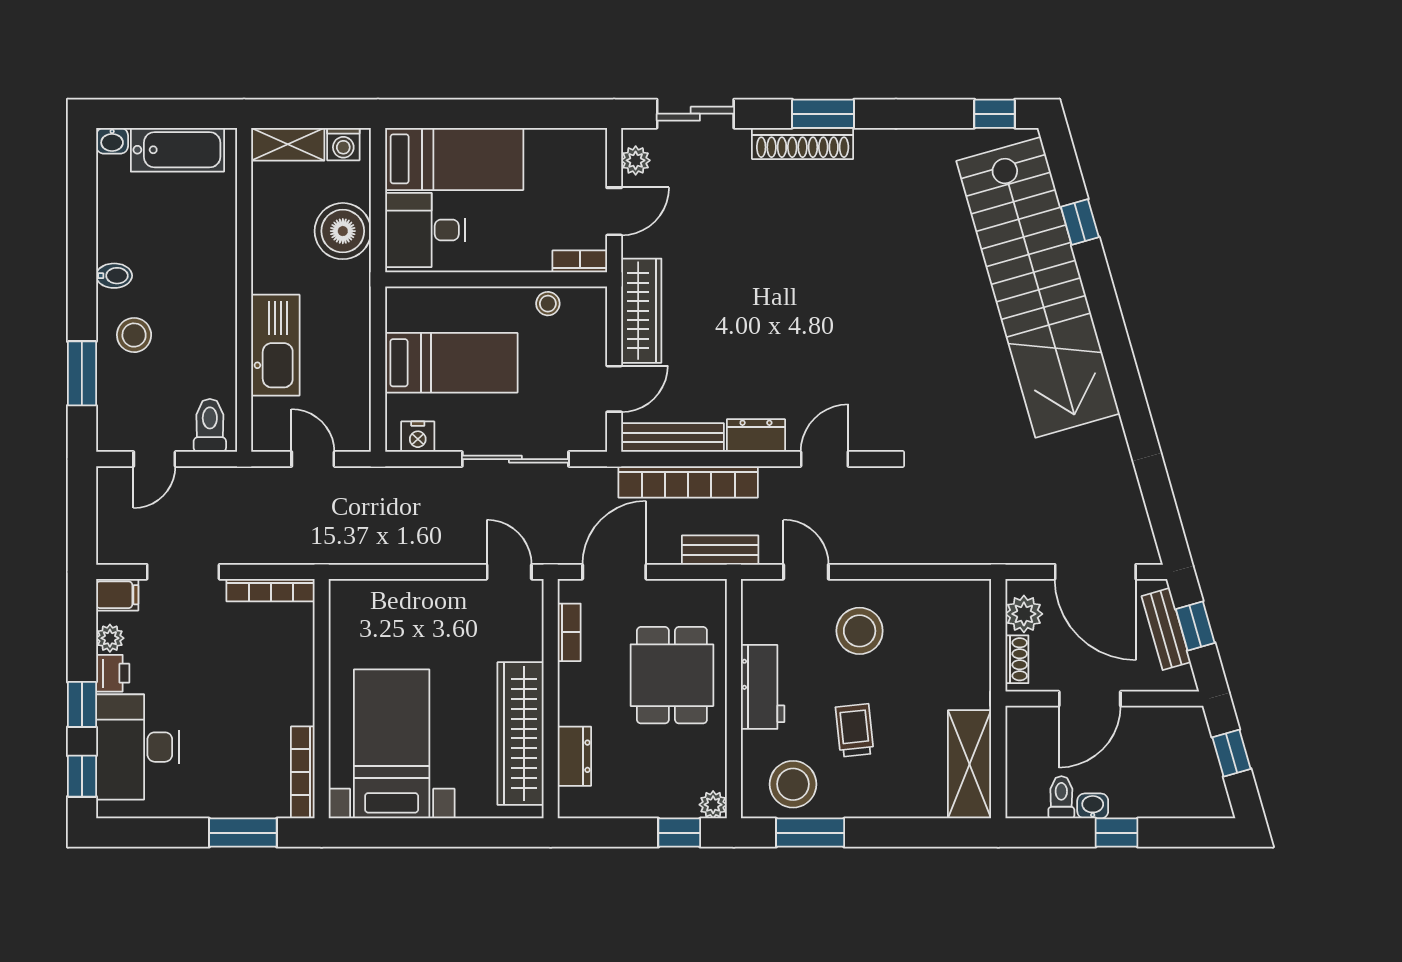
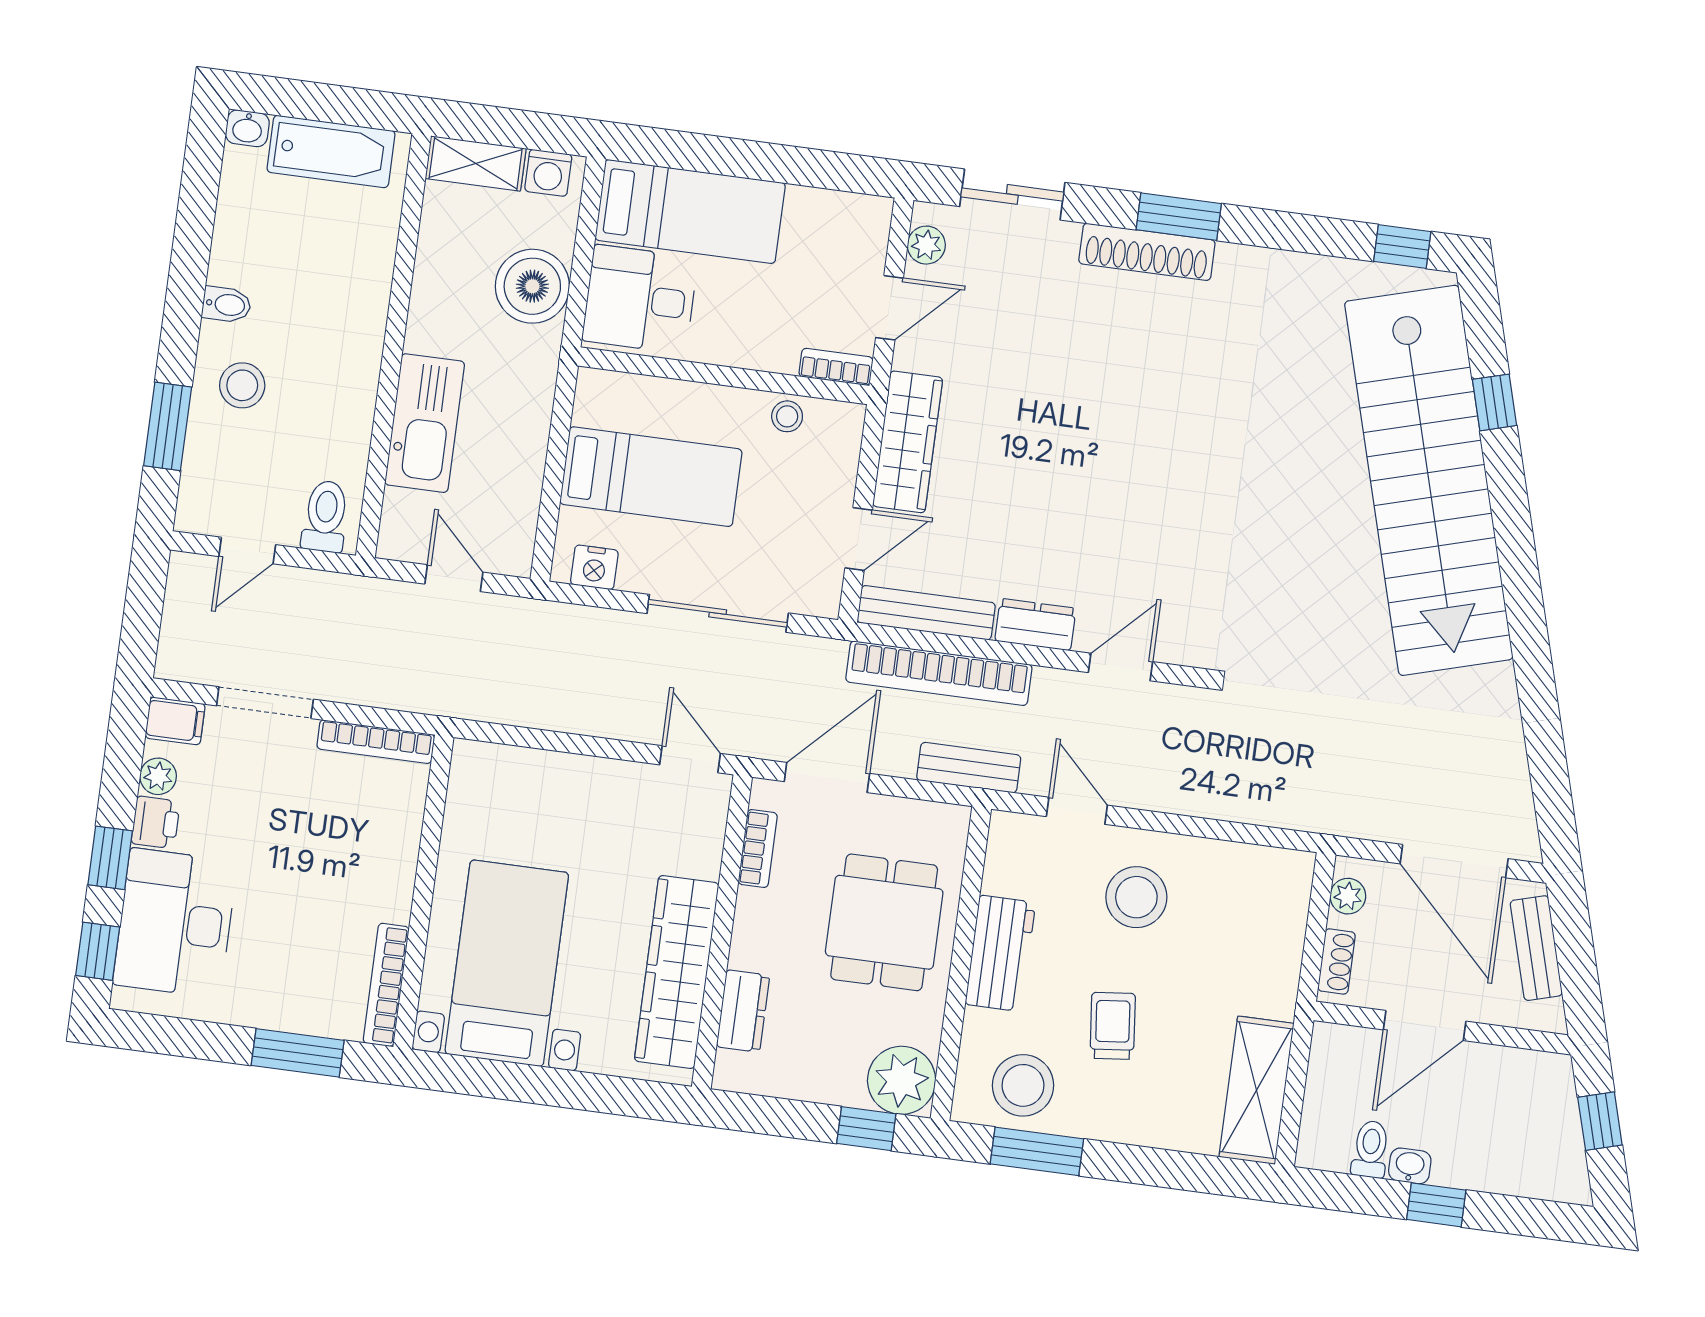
plant: (1024, 614) -> (1348, 896), width x0.73, depth x0.73
window: (1195, 626) -> (1575, 949), removed
plant: (713, 805) -> (902, 1080), width x1.88, depth x1.88

